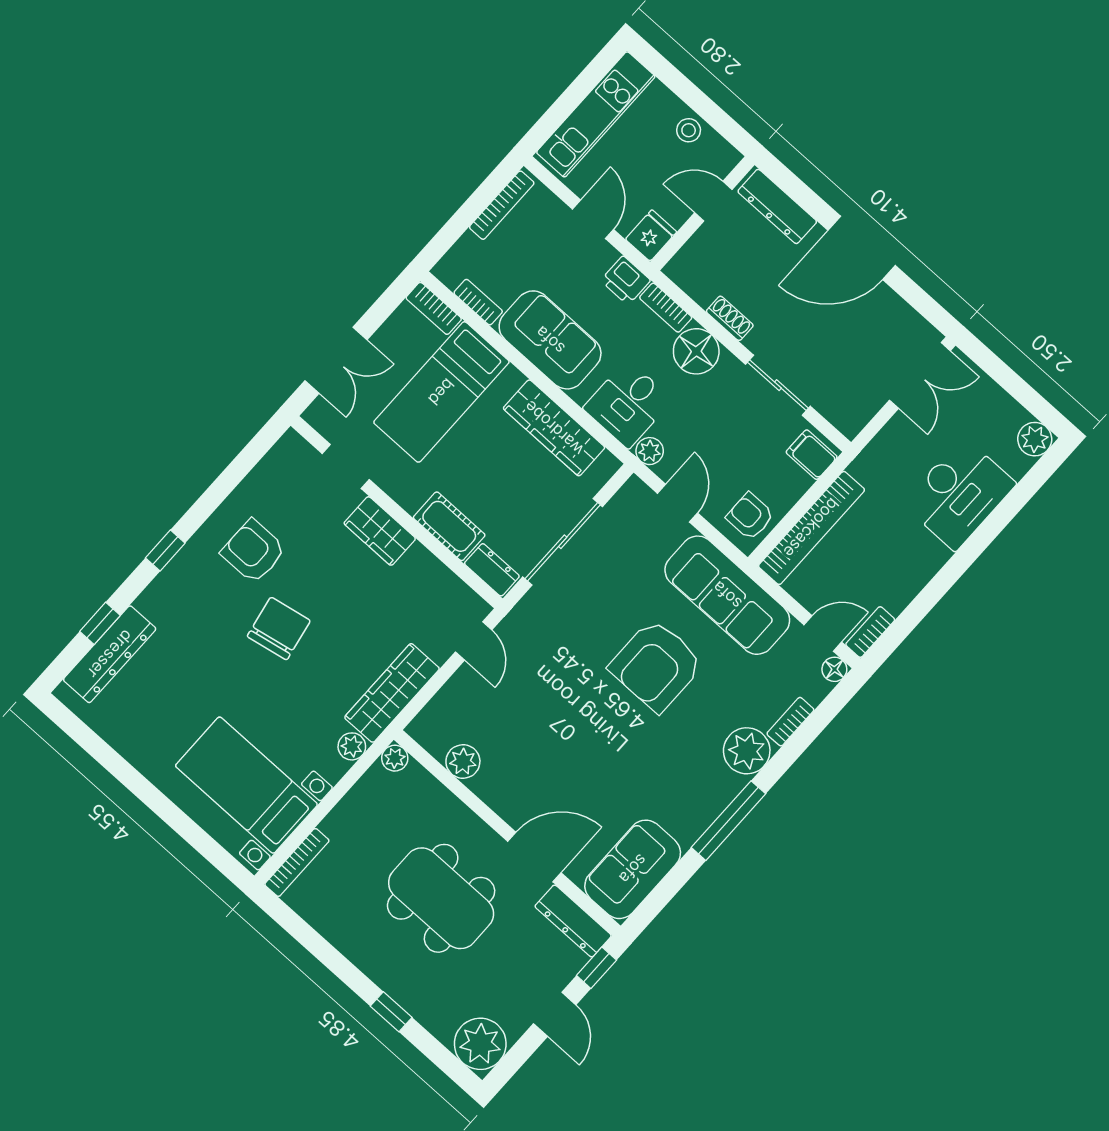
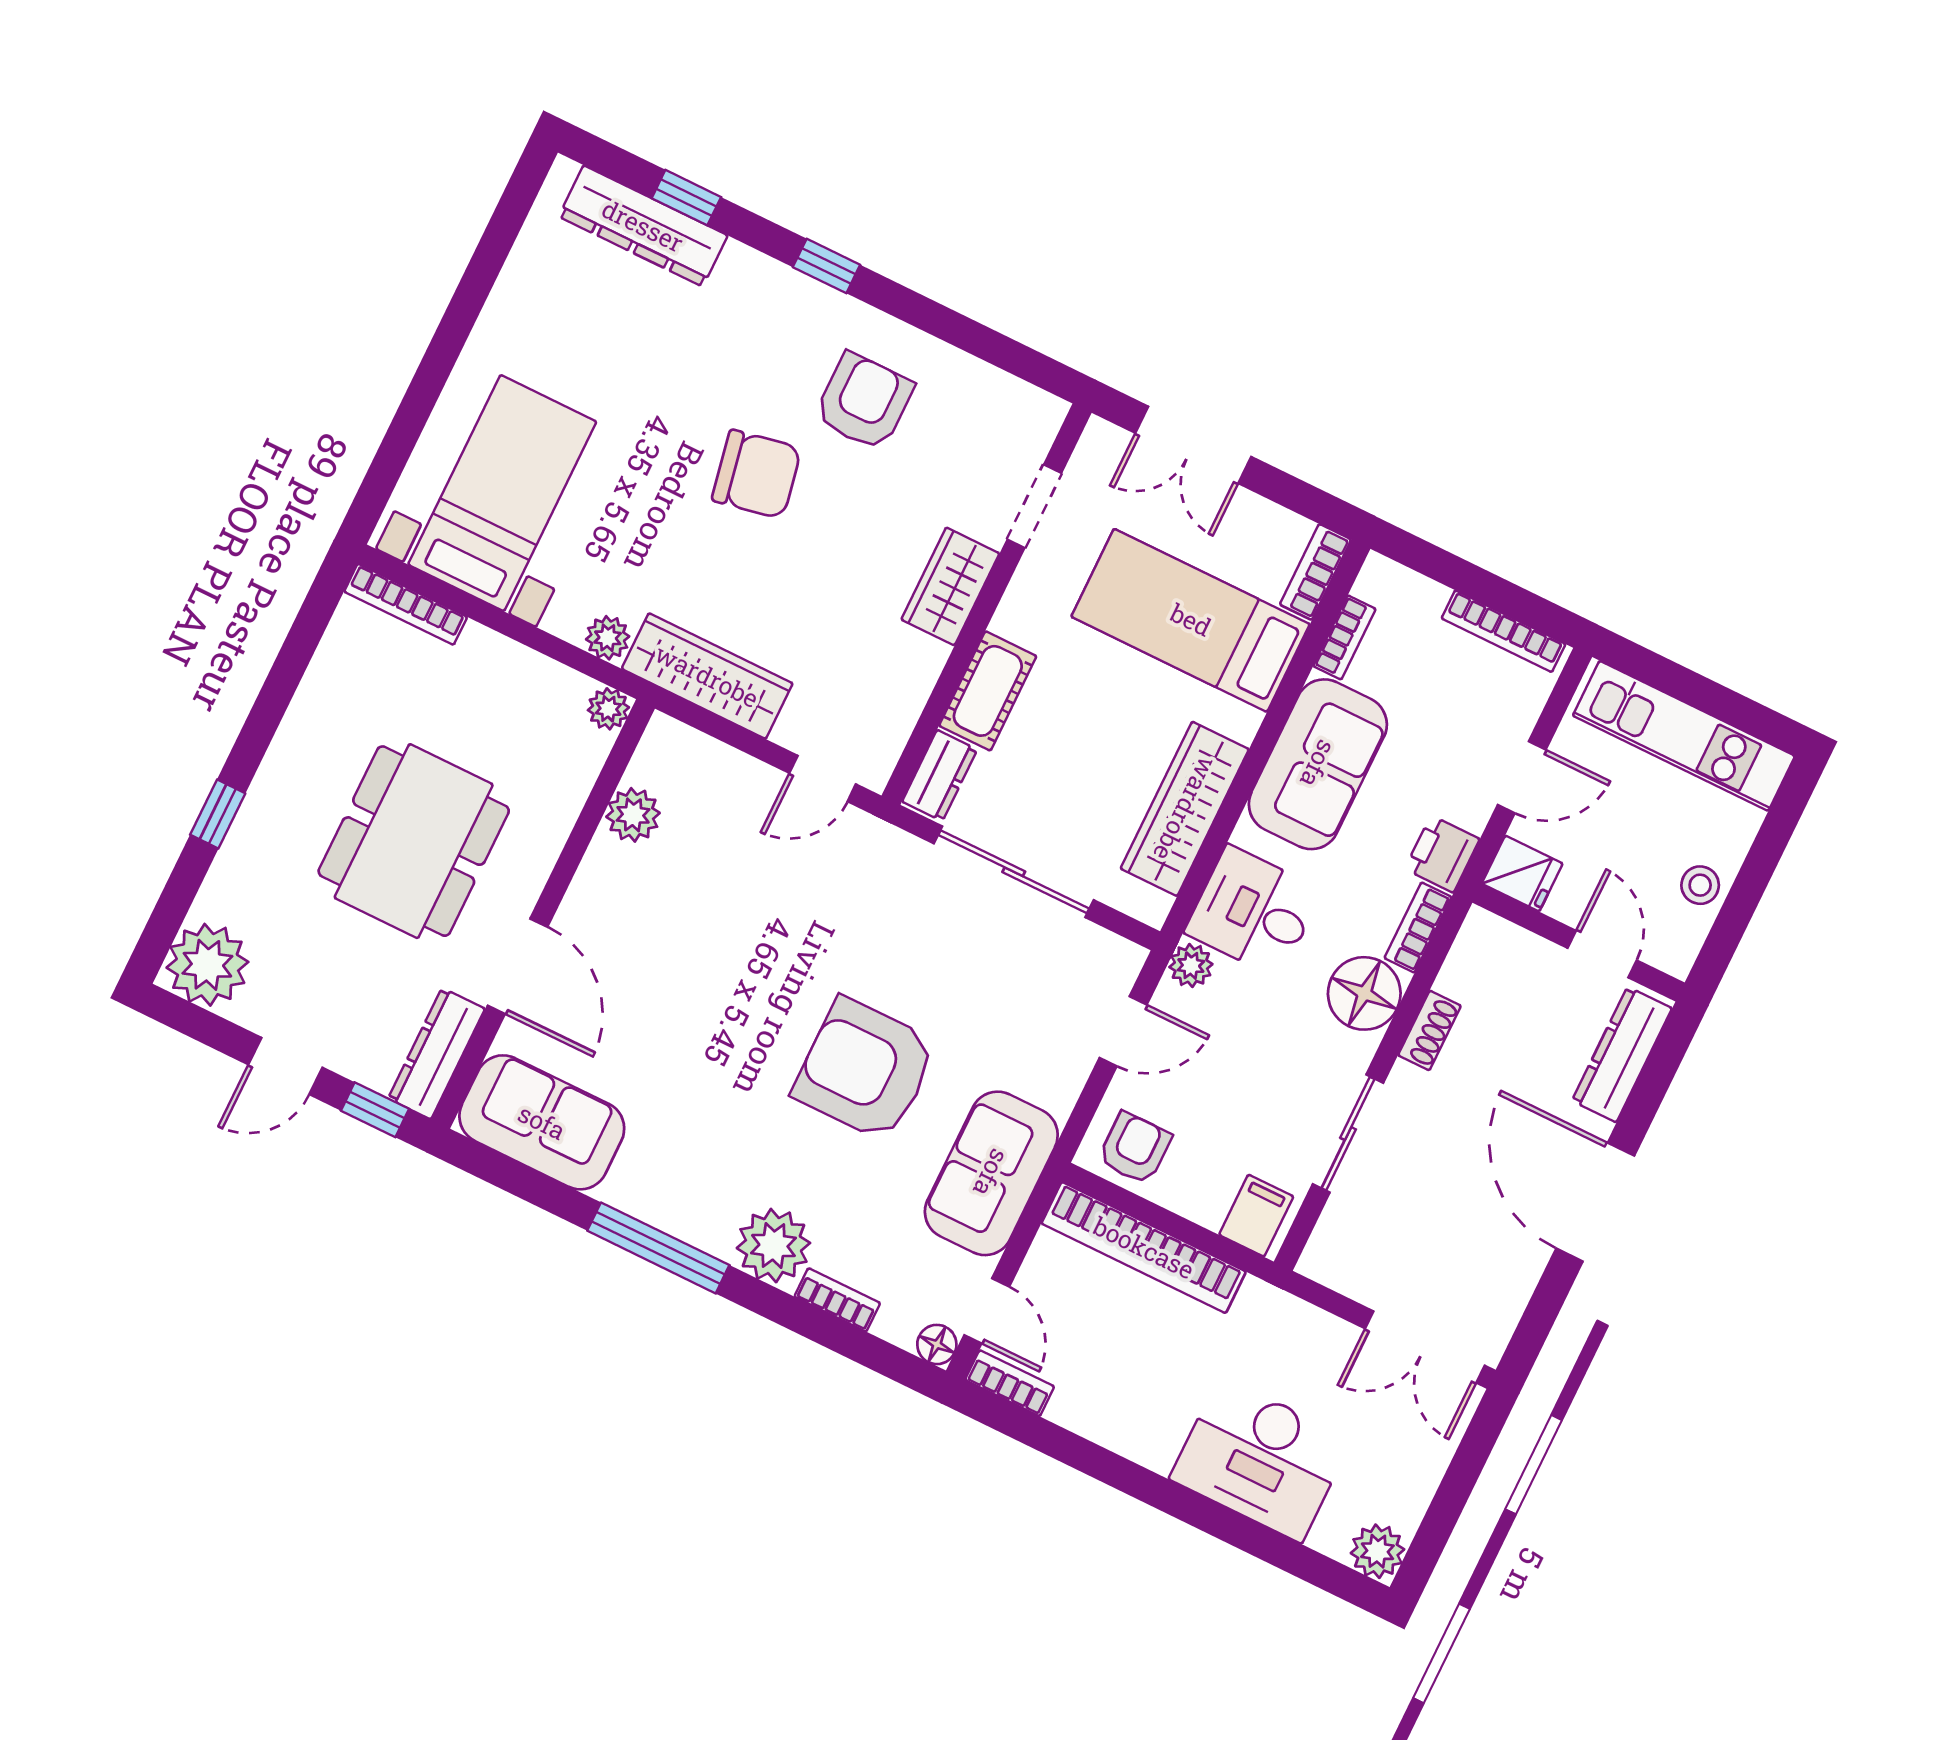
sofa: (727, 595) -> (991, 1173), width x0.73

